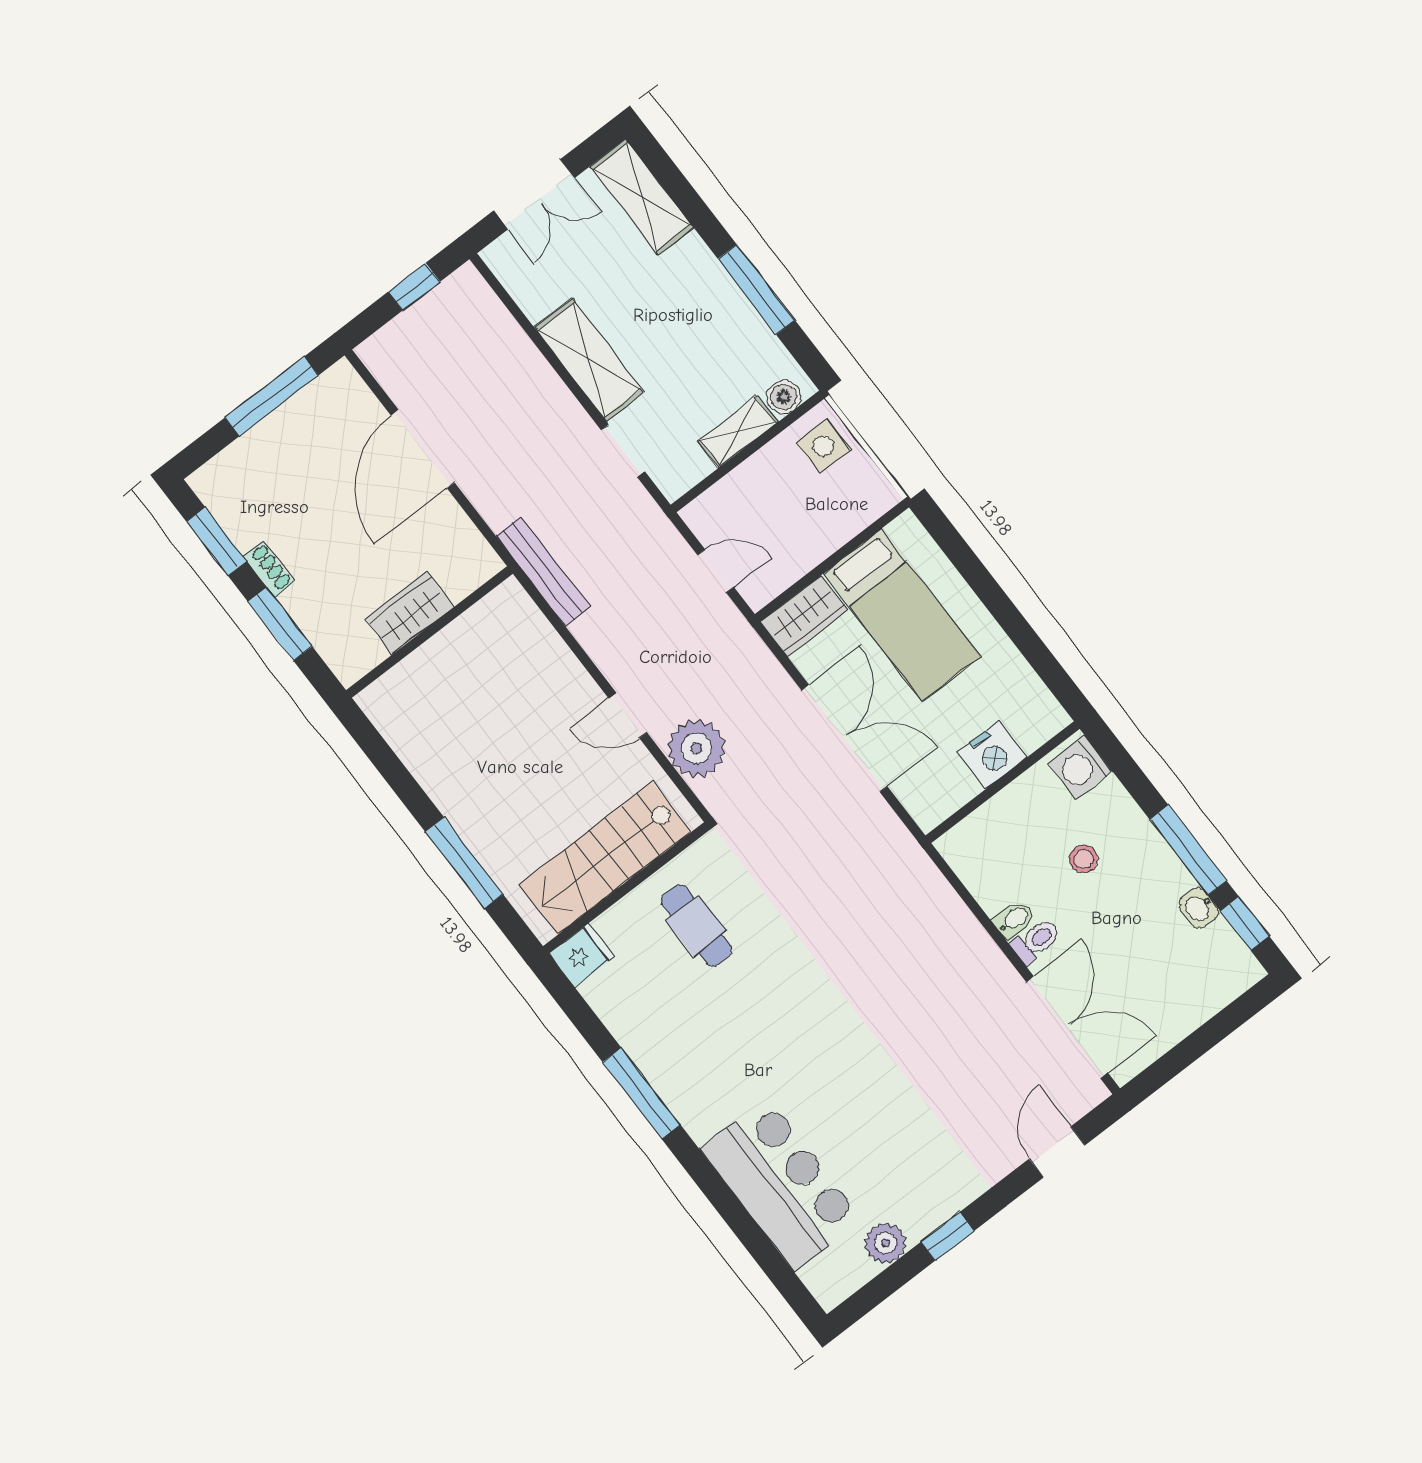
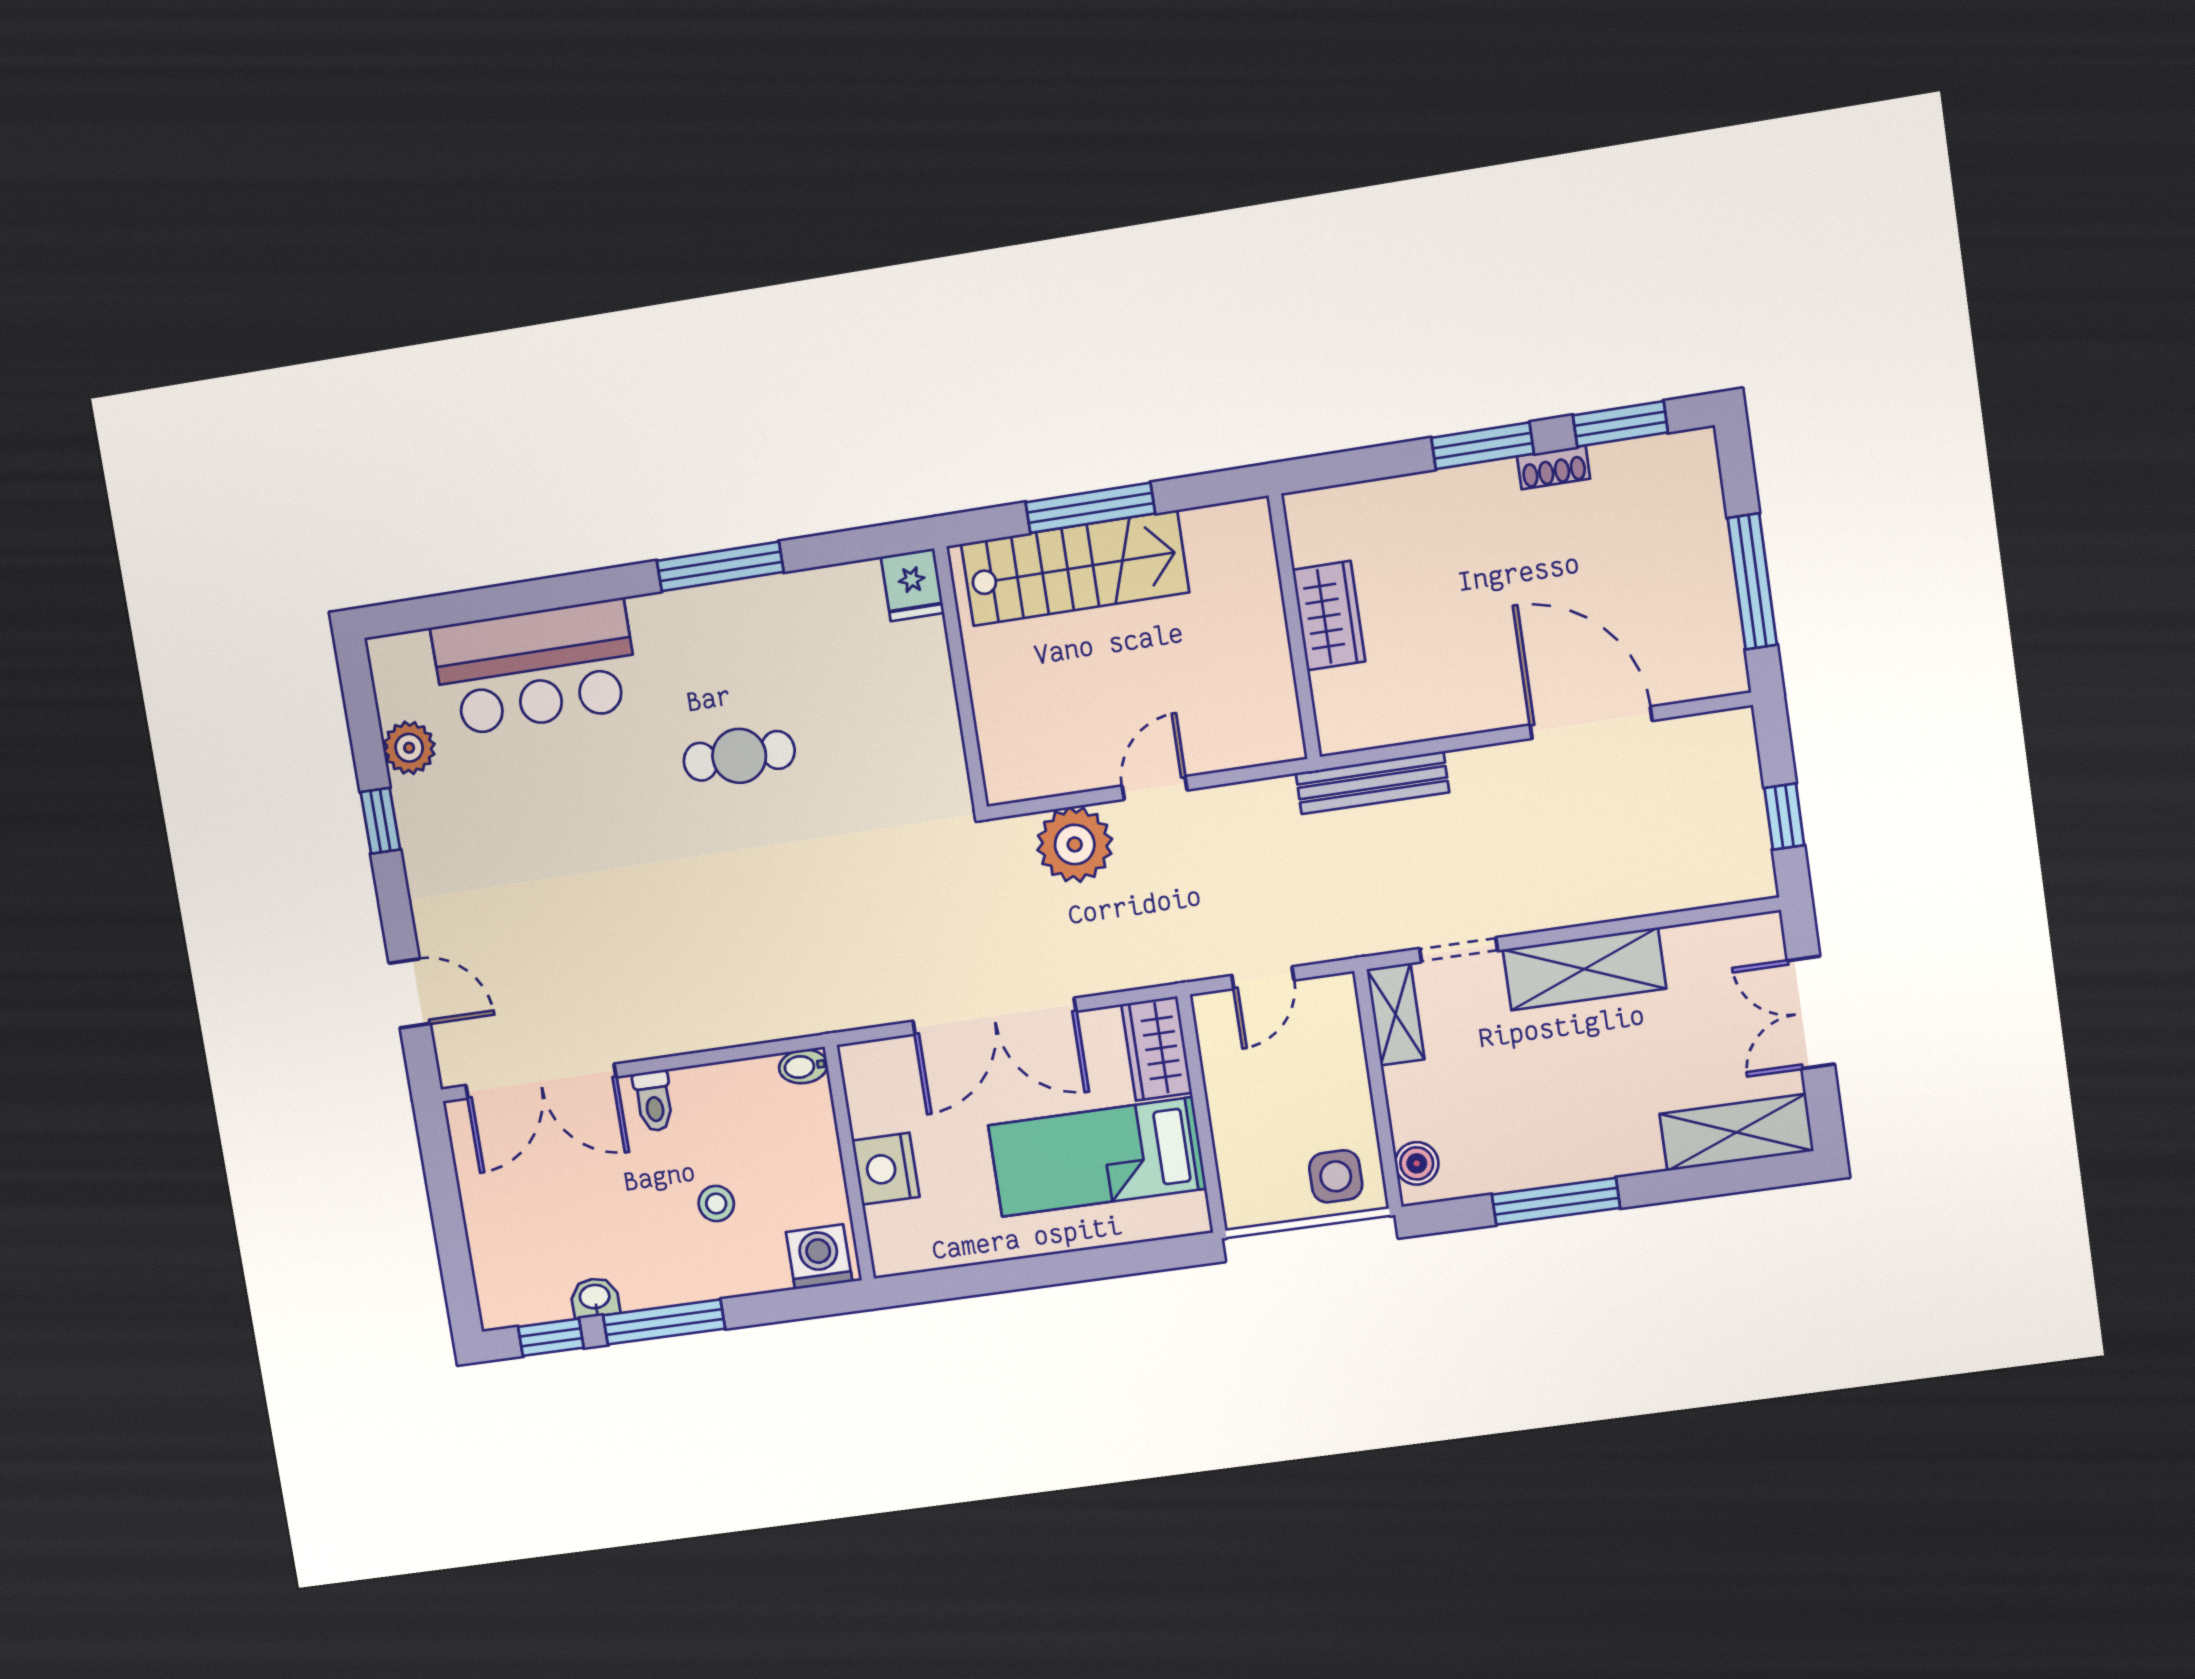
shelving: (738, 432) -> (1396, 1014), moved
wardrobe: (409, 613) -> (1329, 616), moved
wall: (429, 632) -> (1294, 627), moved
stairs: (605, 858) -> (1075, 568), moved, turned 90
bidet: (1014, 919) -> (803, 1066), moved, turned 90
cafe table: (696, 925) -> (739, 756), moved

